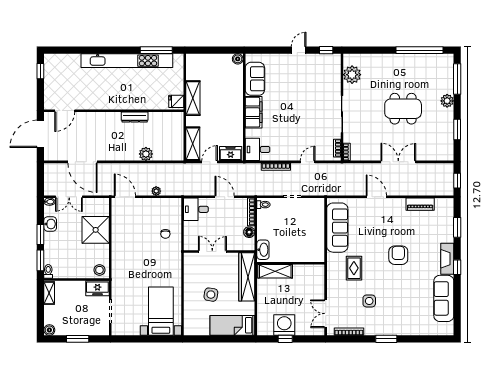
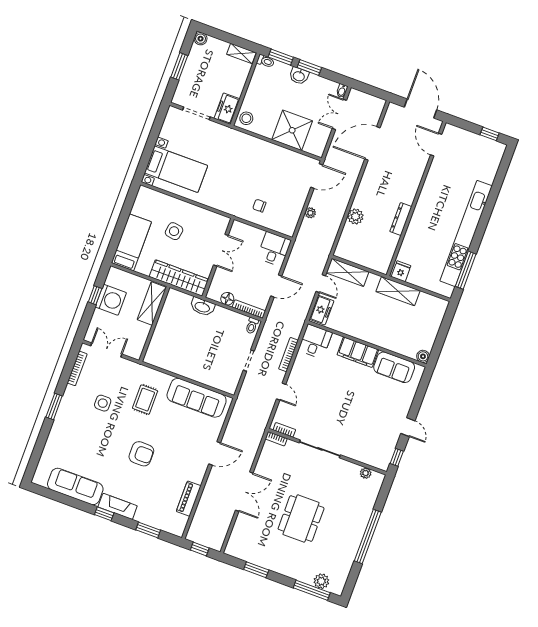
window: (419, 50) -> (368, 537), moved
plant: (352, 75) -> (366, 473), width x0.53, depth x0.53
plant: (447, 101) -> (321, 581), moved
washbasin: (50, 224) -> (299, 76), moved
wall: (291, 263) -> (154, 324), moved
rug: (354, 268) -> (145, 400), turned 90
shelving: (275, 271) -> (152, 303), moved

